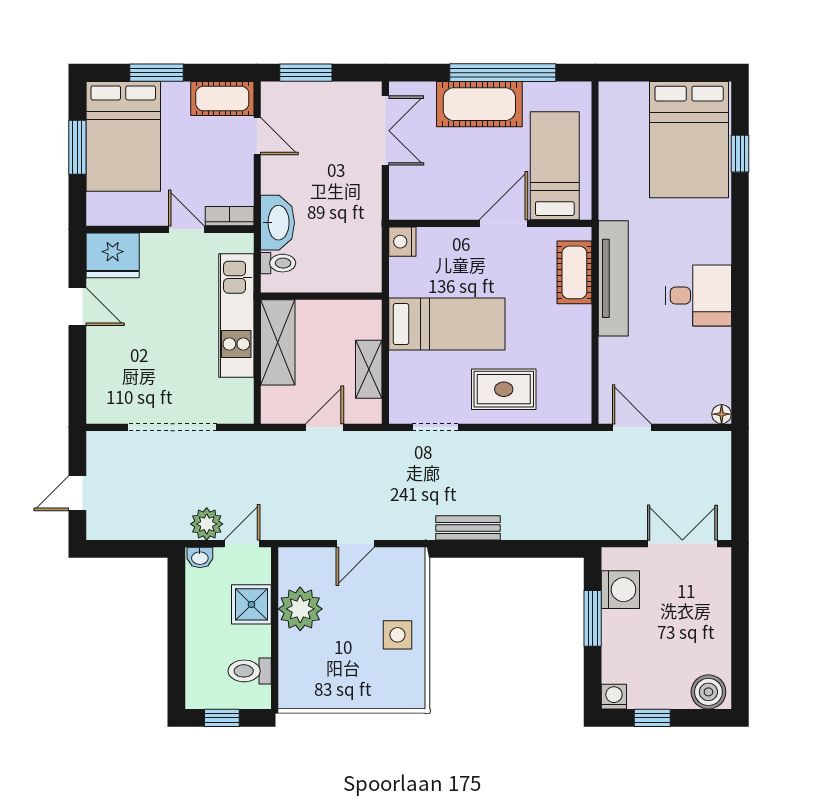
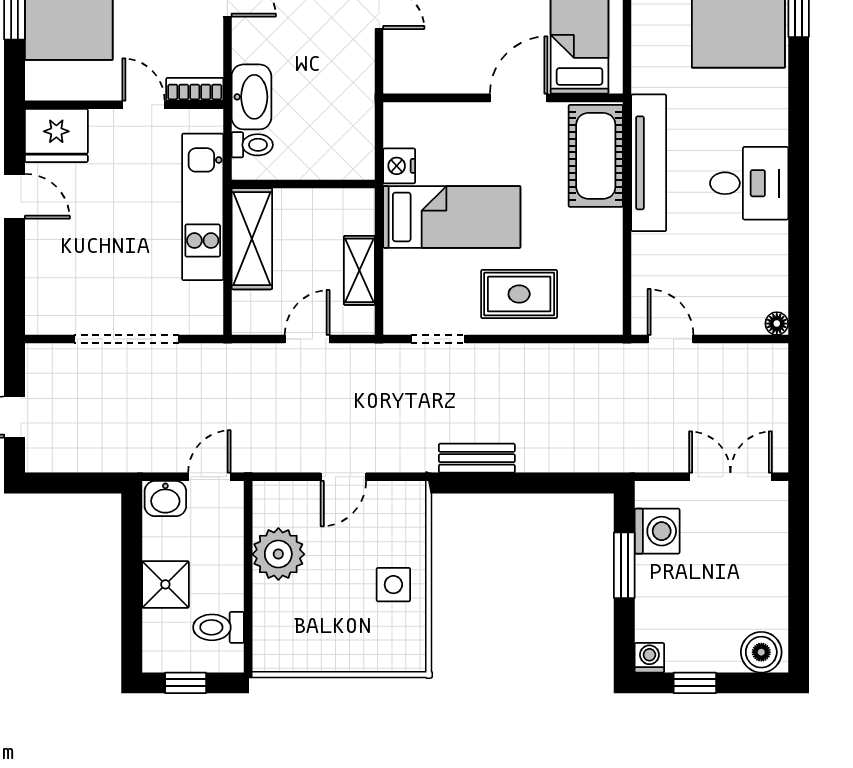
nightstand: (402, 242) -> (399, 166), moved
cot: (574, 272) -> (596, 156), width x1.37, depth x1.34
plant: (207, 524) -> (168, 453), removed
washbasin: (200, 558) -> (165, 499), width x1.38, depth x1.45
shower: (251, 604) -> (165, 584), moved

